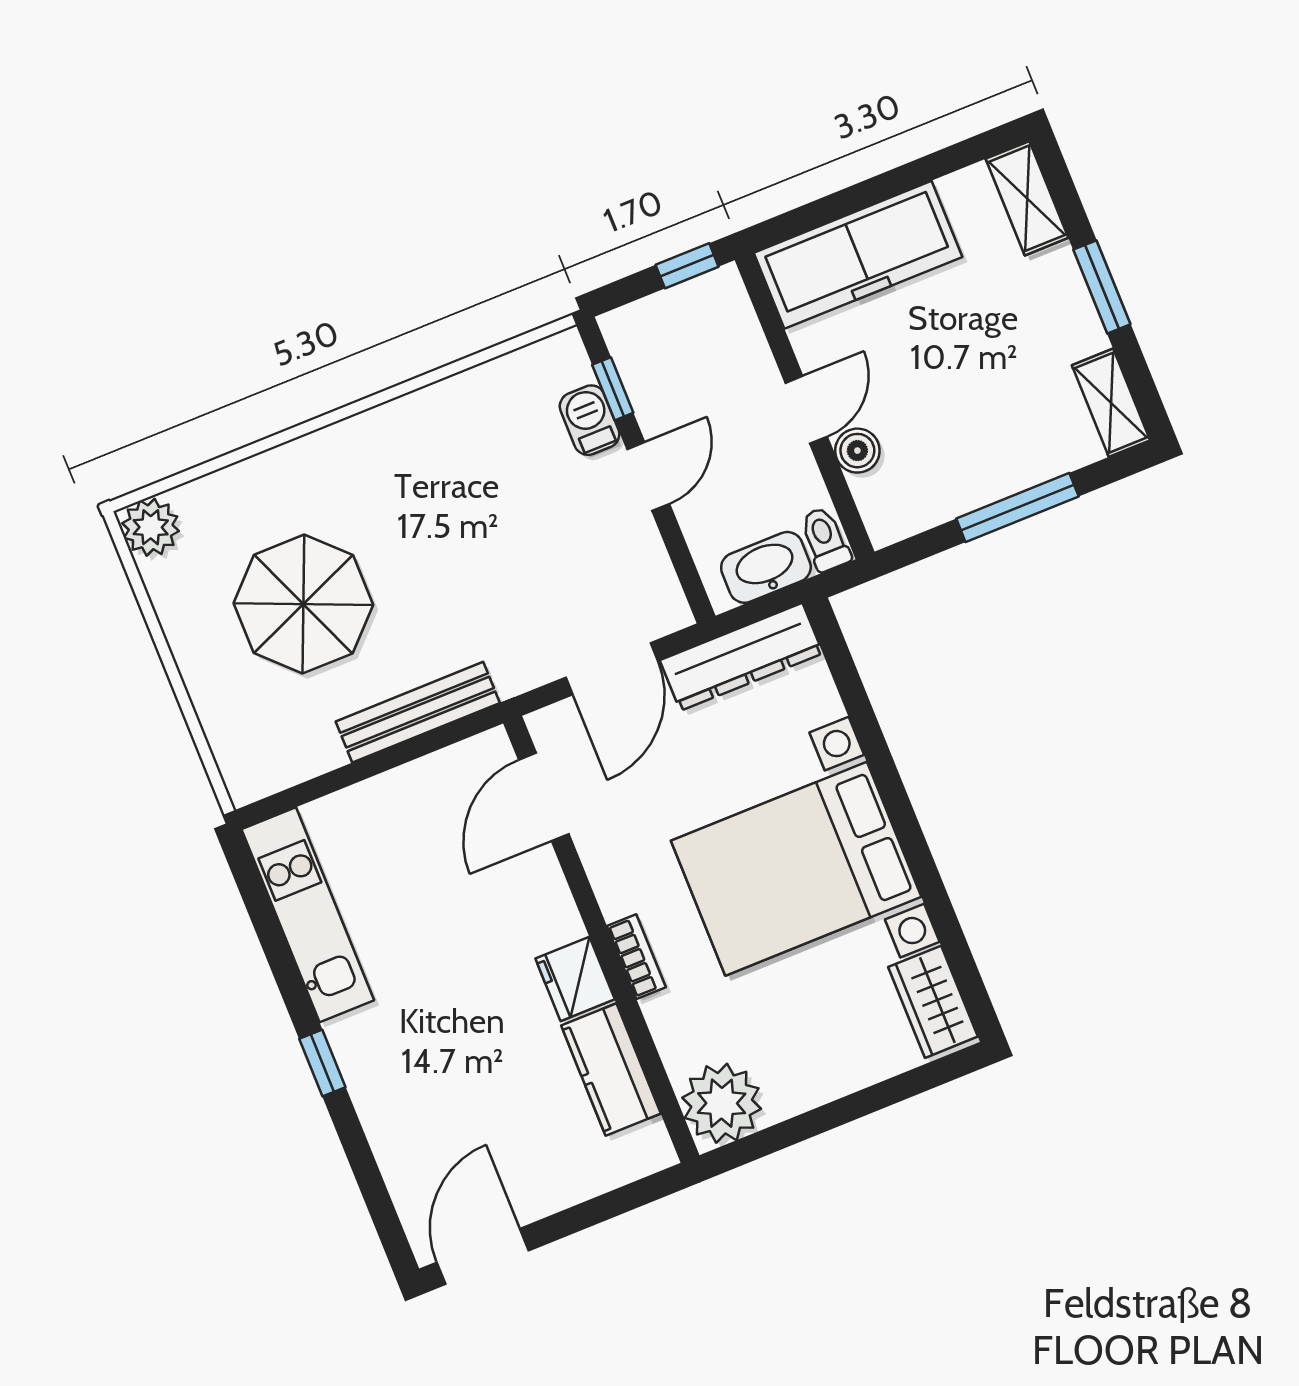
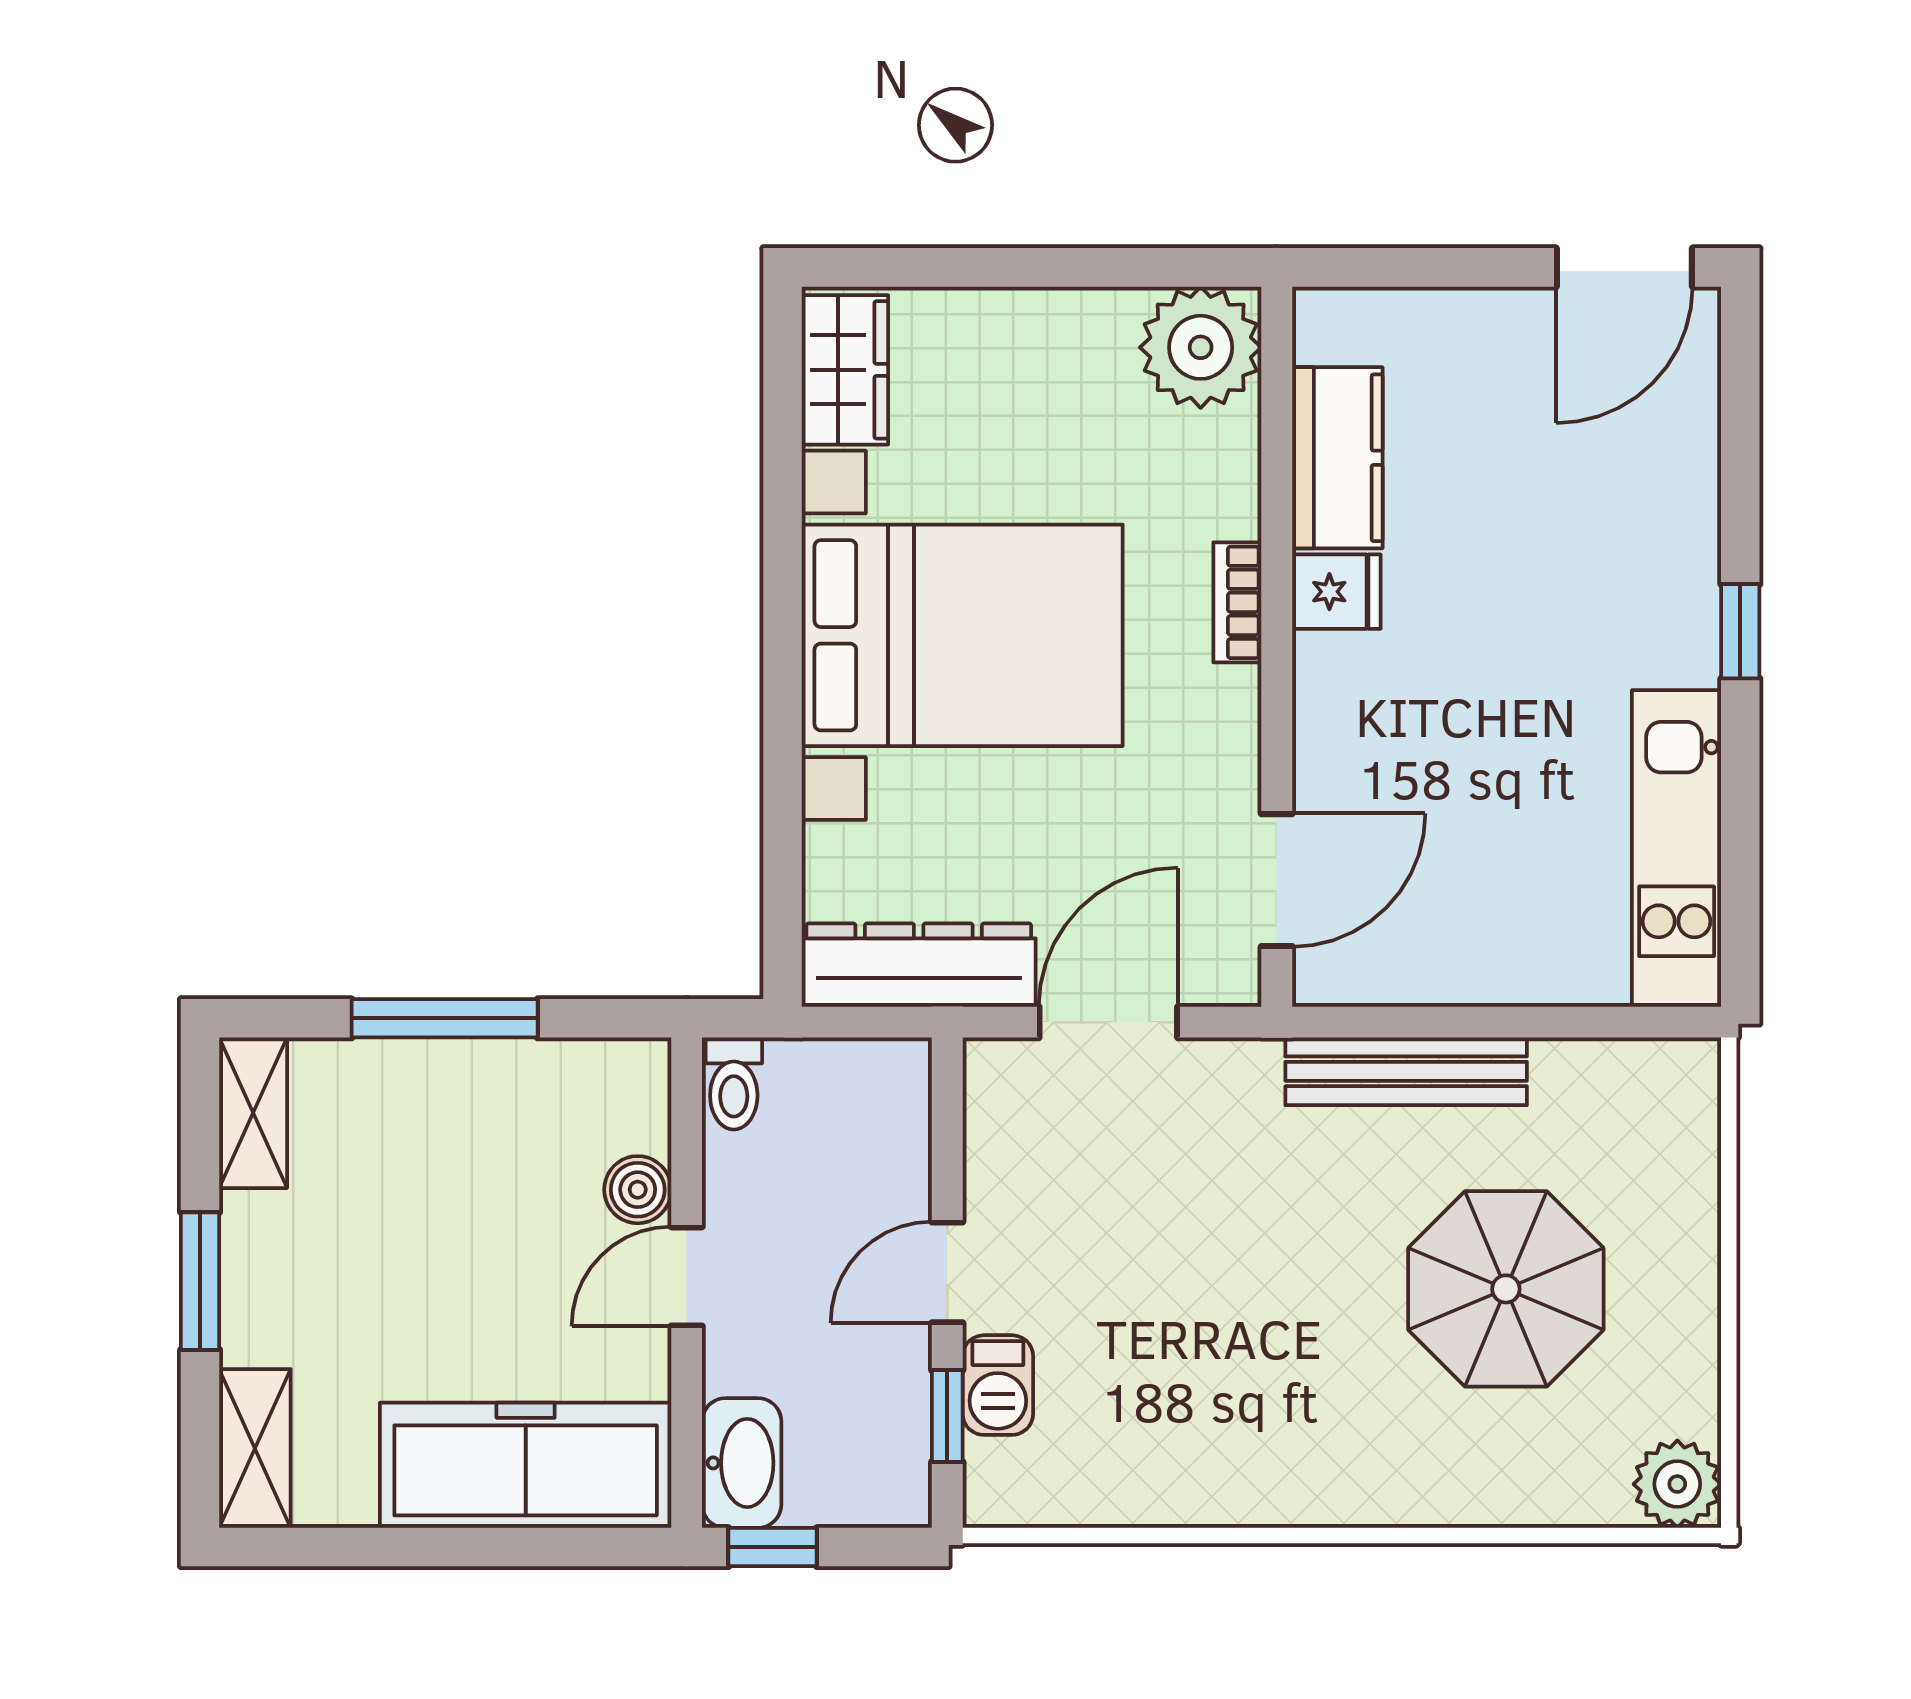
washbasin: (766, 567) -> (742, 1463), moved, turned -90
fridge: (575, 979) -> (1336, 592), width x0.72

